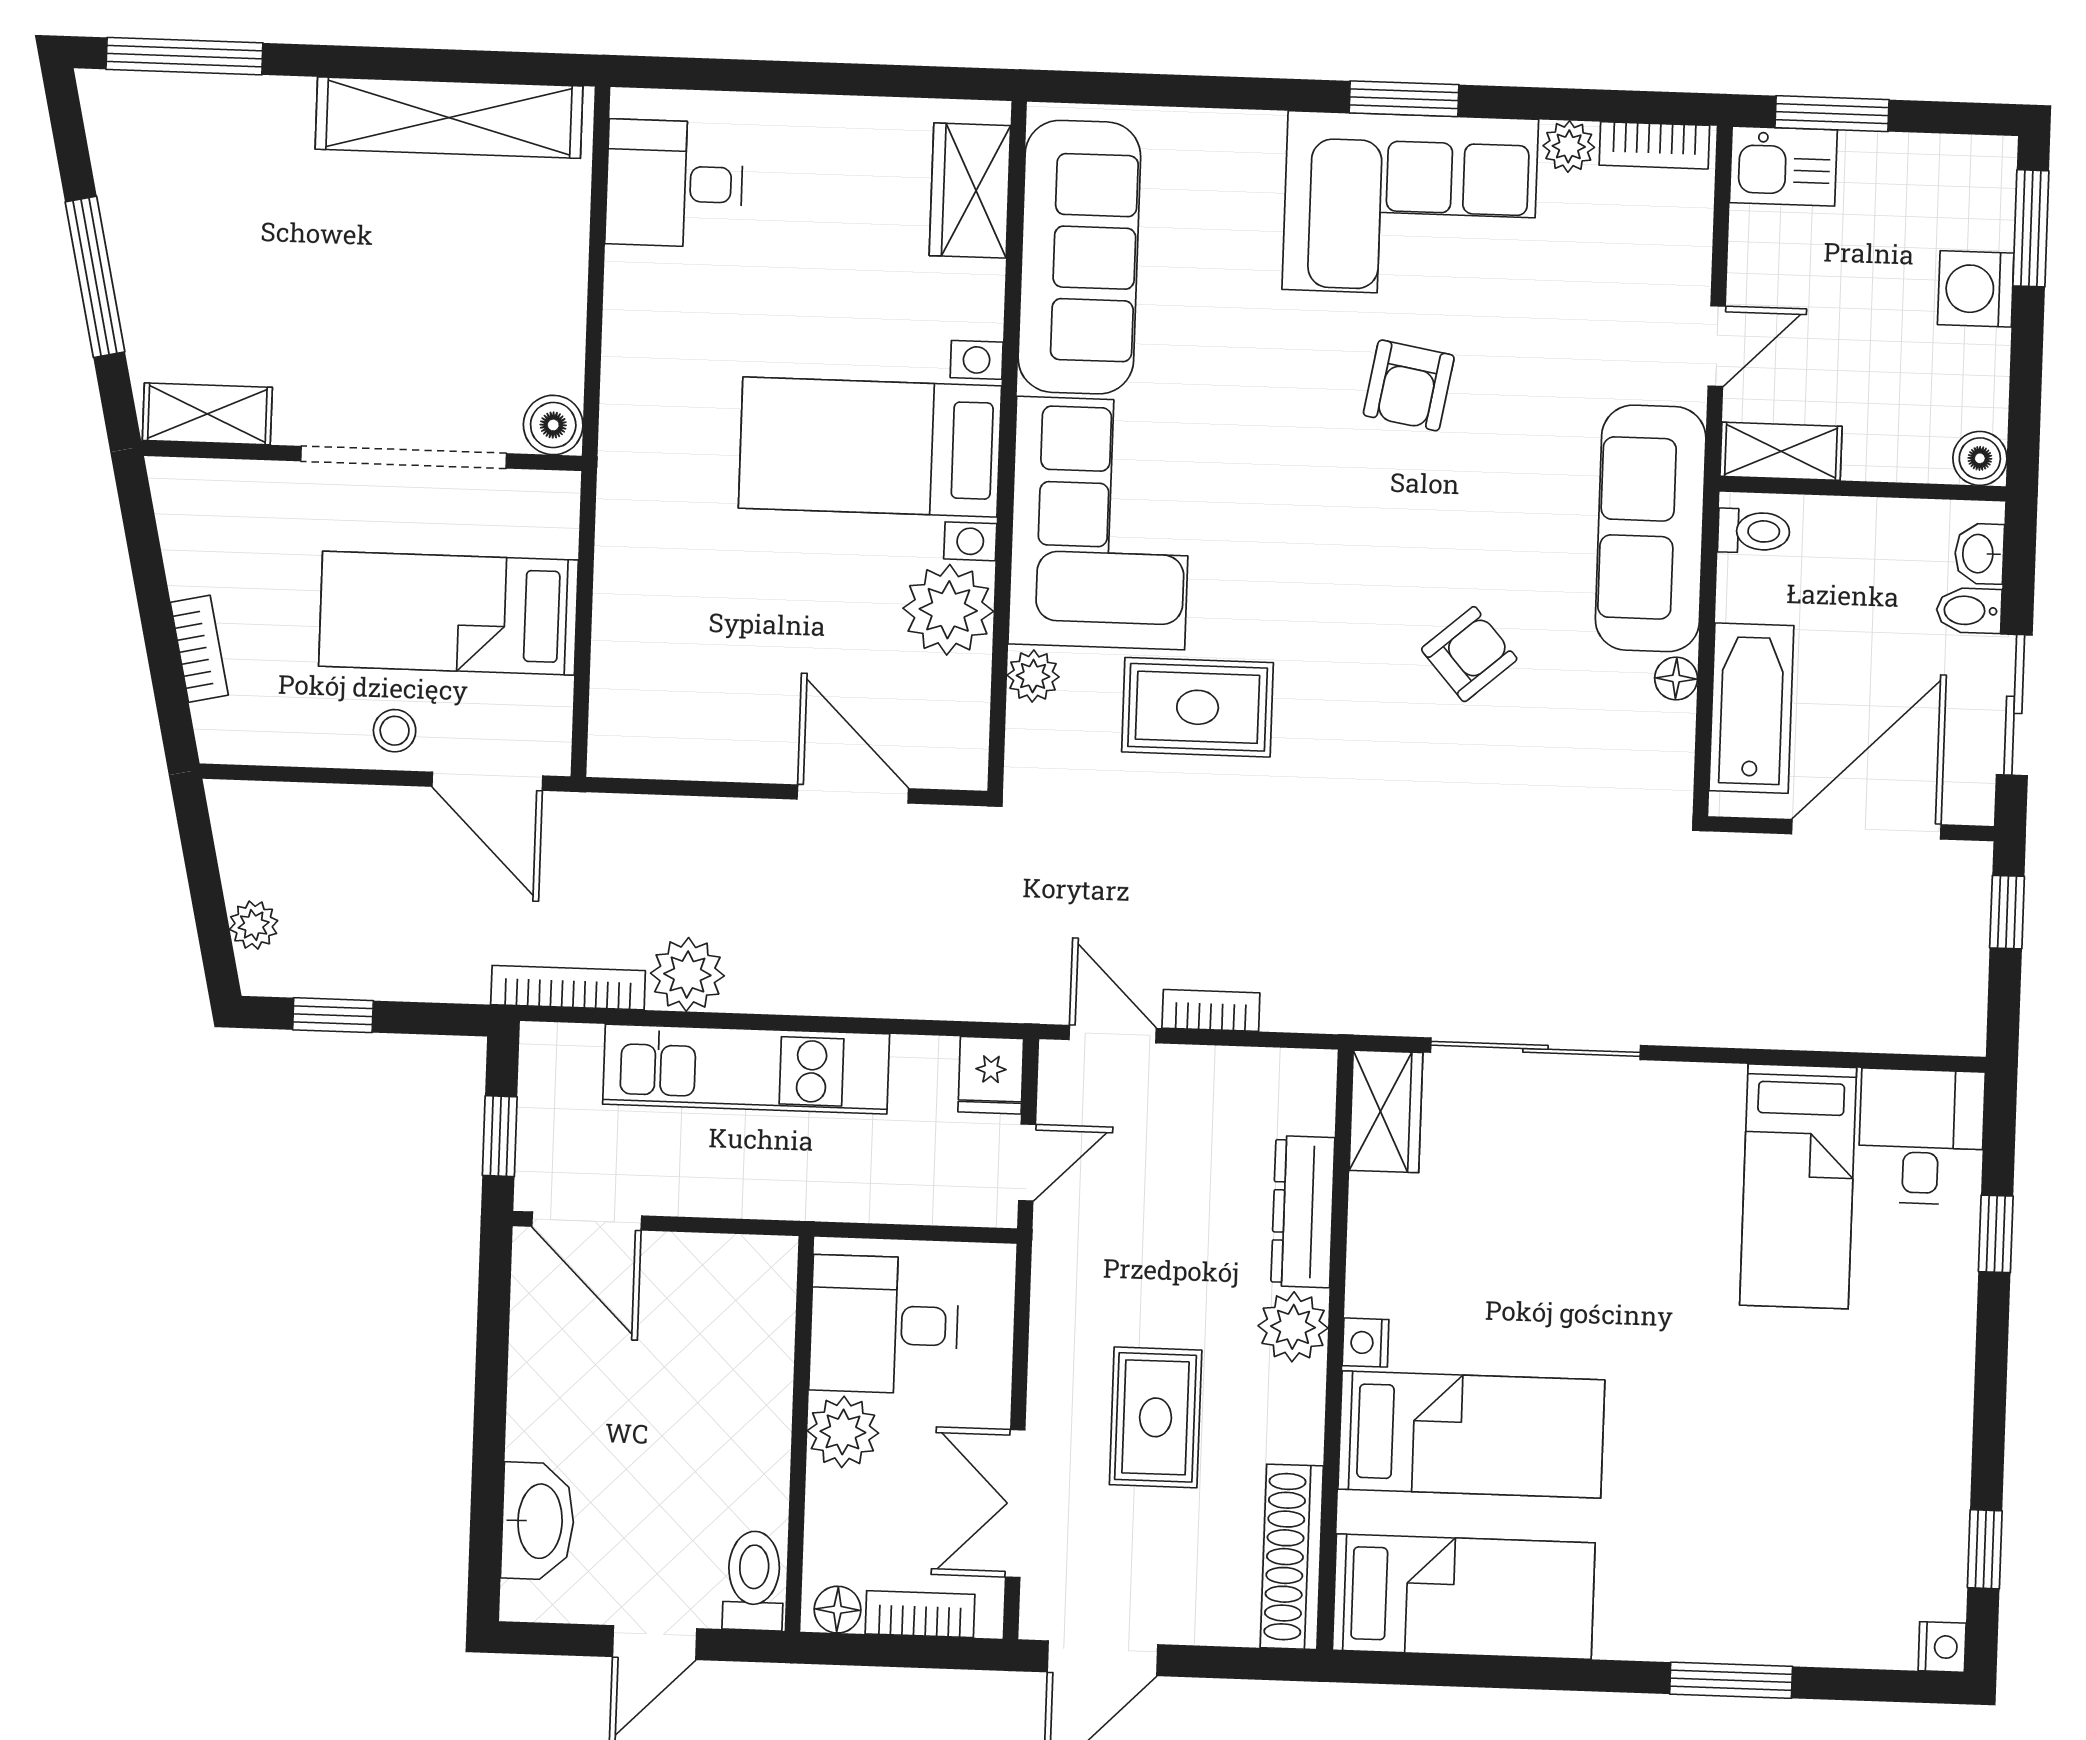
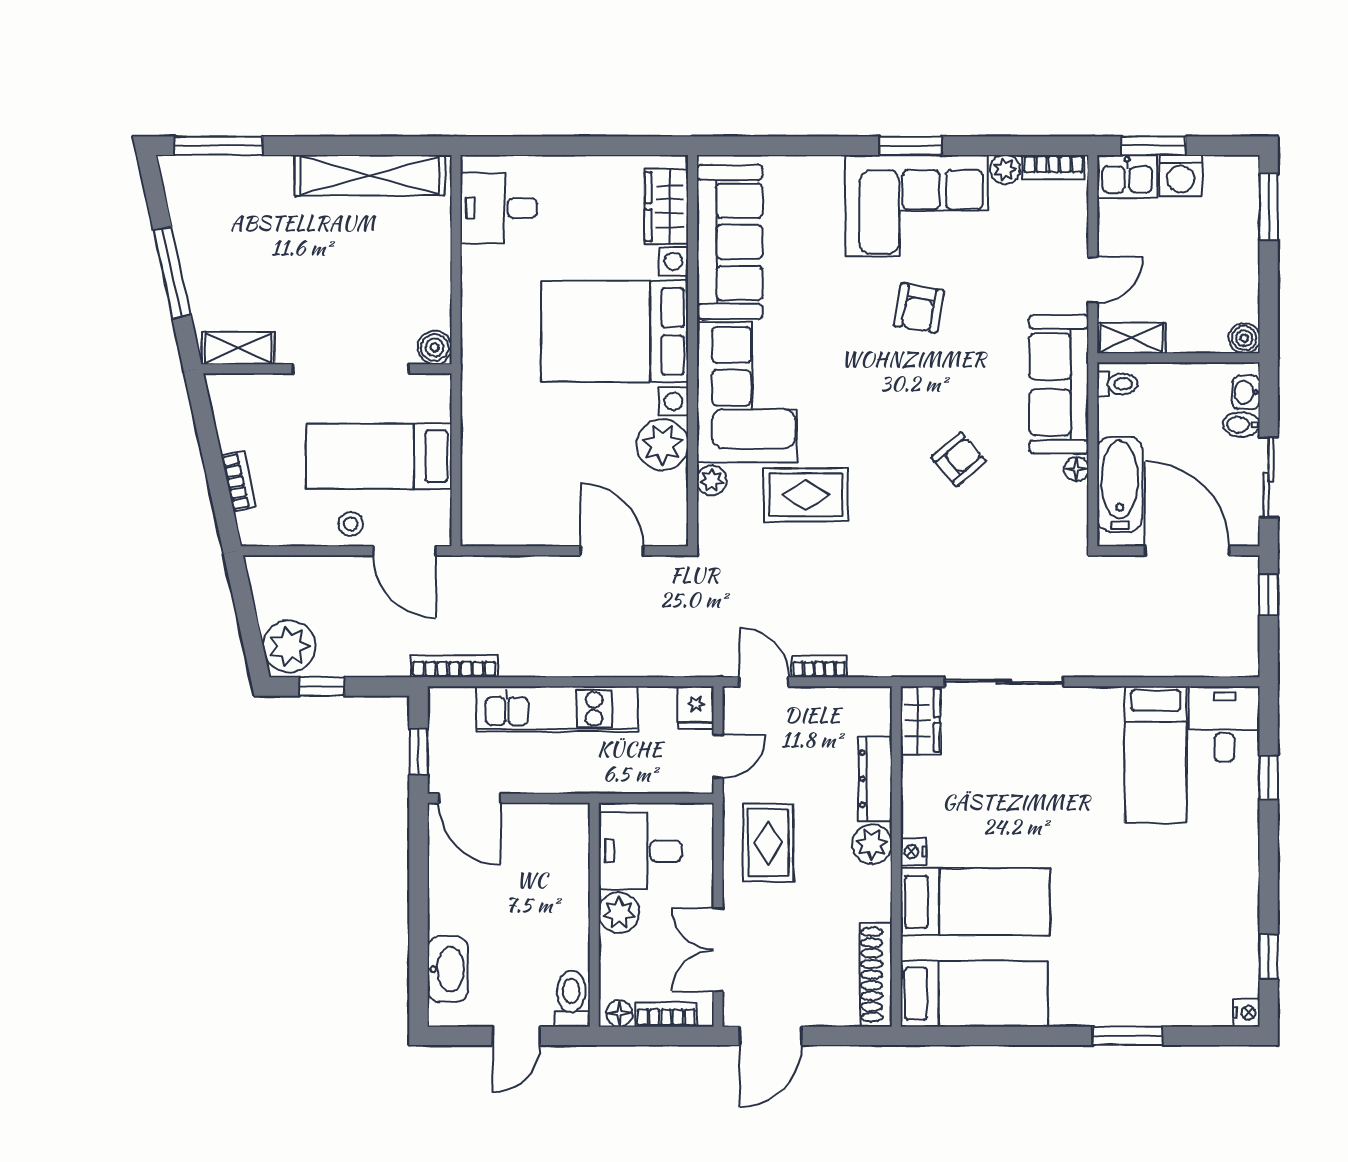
washing machine: (1976, 289) -> (1181, 176), moved, turned -90
bed with nightstands: (870, 447) -> (615, 331), width x1.36
door: (1866, 829) -> (1187, 551), hinge flipped
plant: (254, 925) -> (289, 646), width x1.88, depth x1.88
plant: (687, 974) -> (522, 656), removed
rug: (1156, 1417) -> (768, 843), moved

